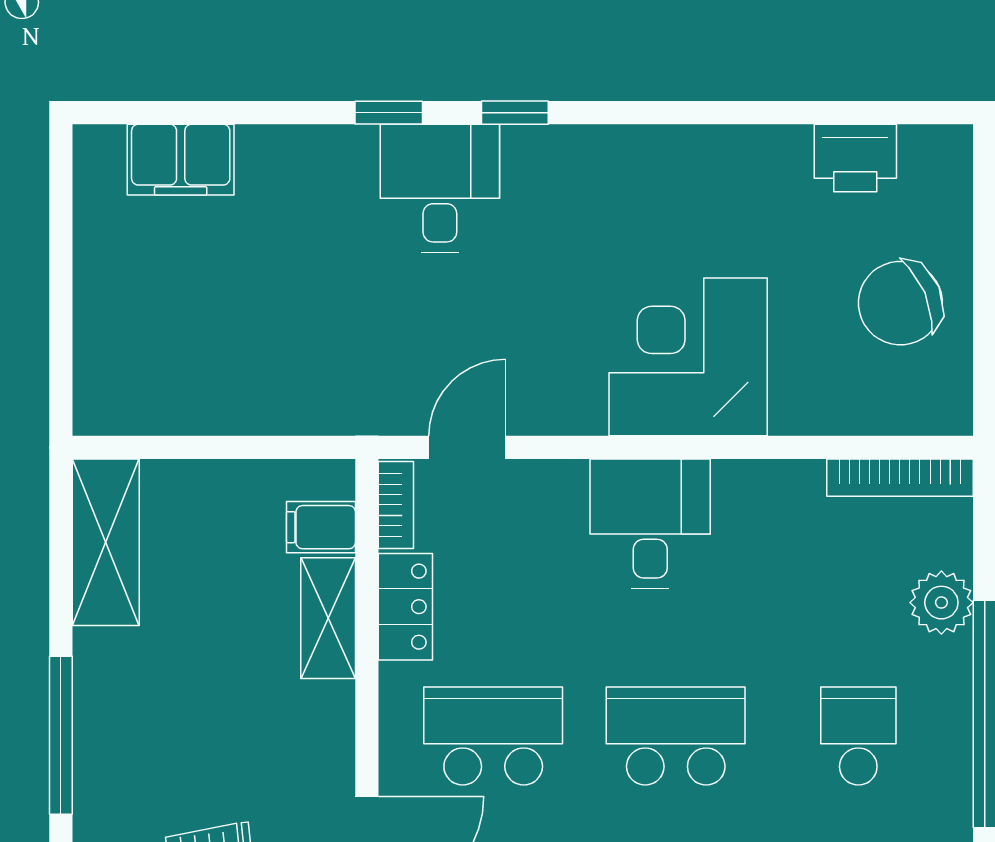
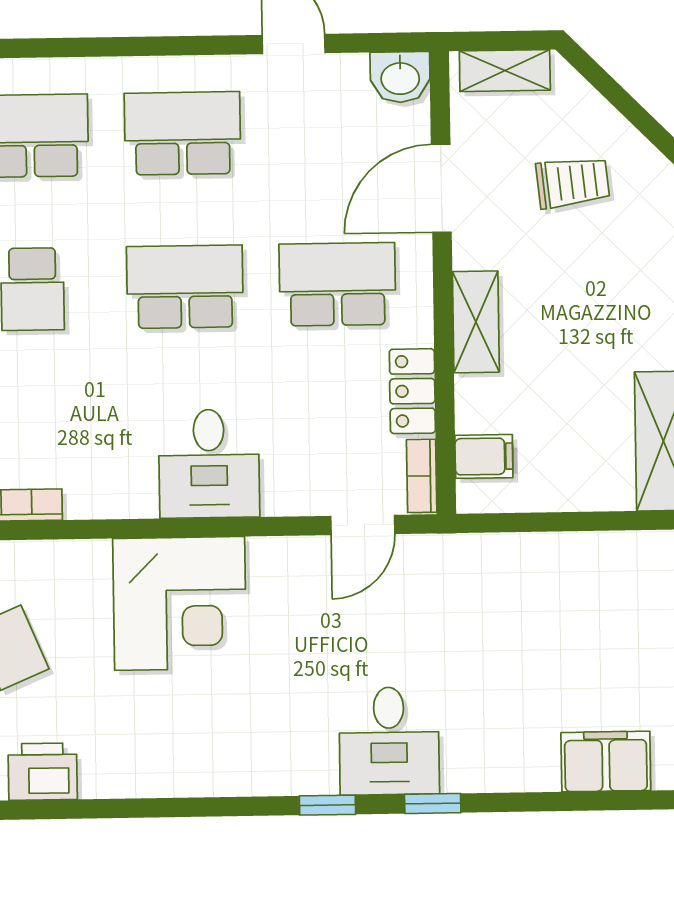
shelving: (328, 618) -> (476, 322), moved
school desk: (493, 736) -> (337, 284), turned 180
school desk: (676, 736) -> (185, 287), turned 180

